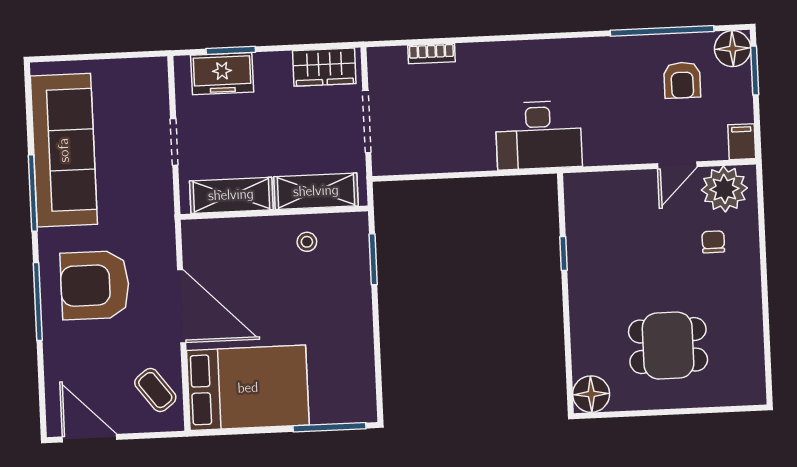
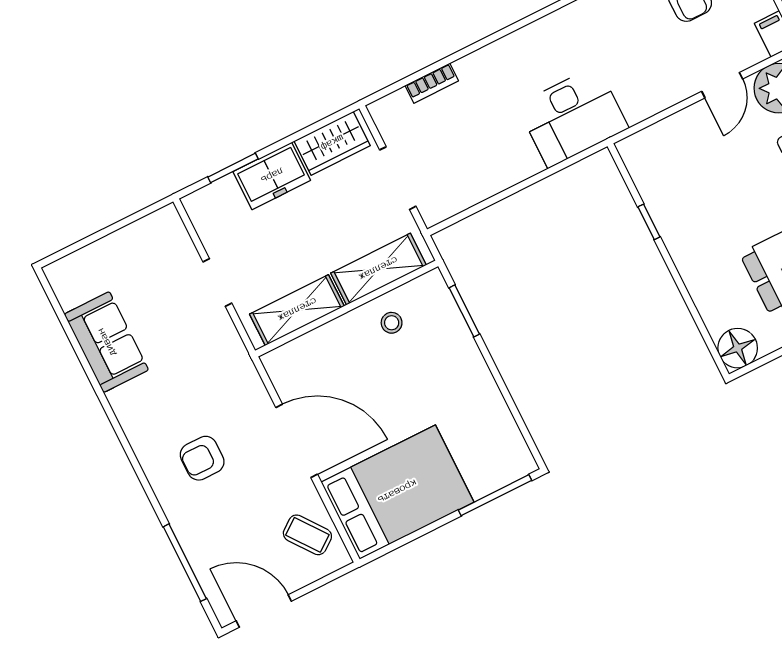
freezer: (222, 74) -> (272, 176), moved
sofa: (64, 150) -> (106, 342), width x0.54, depth x0.79
window: (33, 193) -> (101, 395), removed
armchair: (95, 285) -> (202, 458), width x0.53, depth x0.53
window: (38, 302) -> (185, 563), moved

